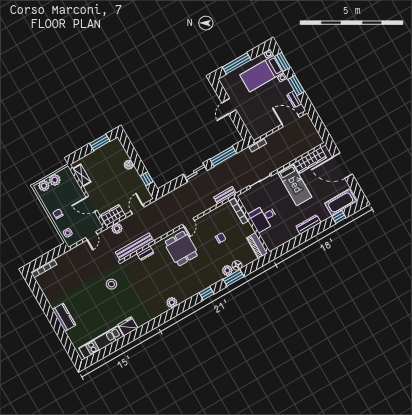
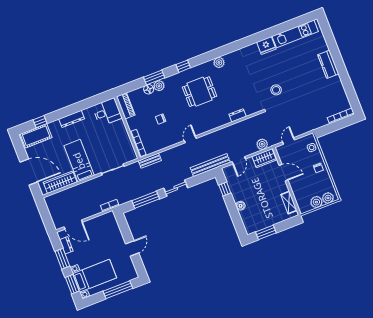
desk: (263, 218) -> (107, 112), moved
bench: (135, 247) -> (210, 165), moved
dining table: (181, 249) -> (200, 92), moved, turned 90

